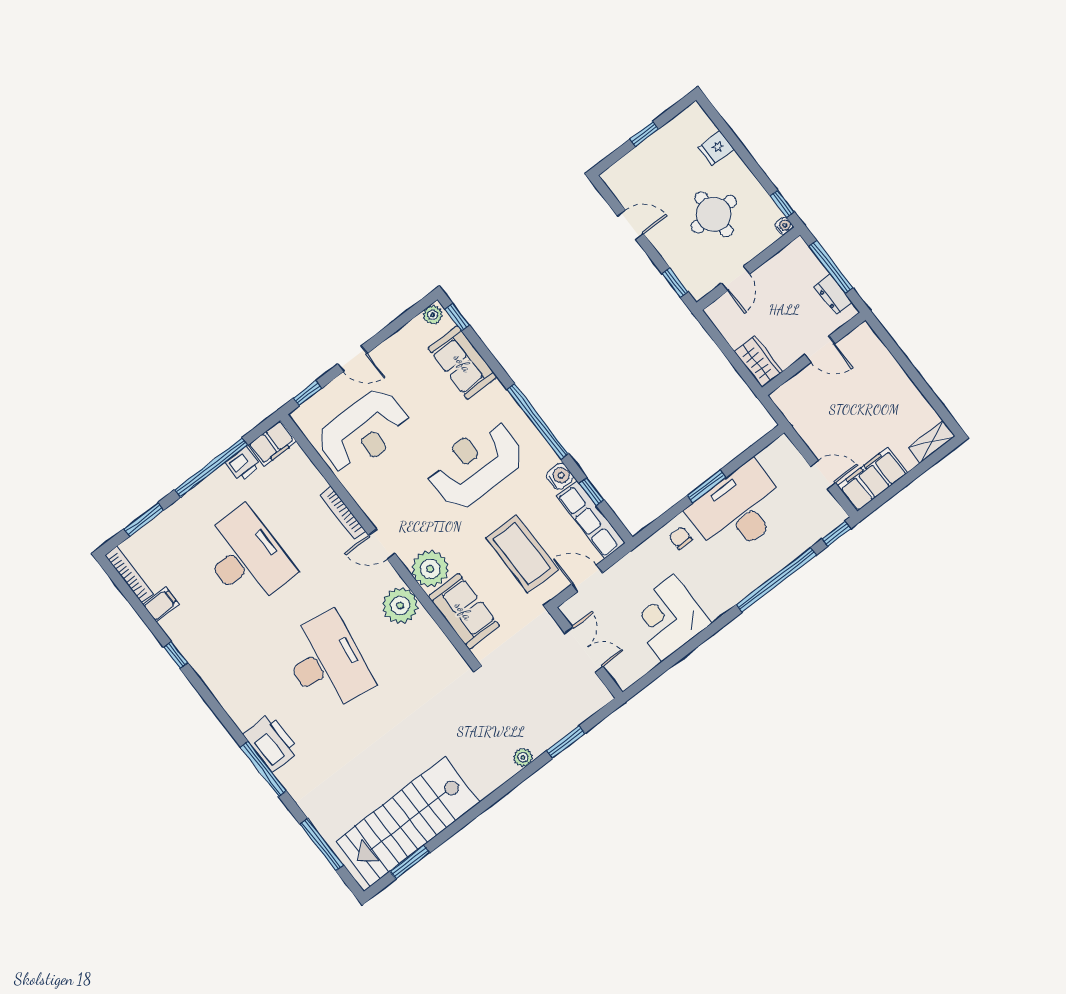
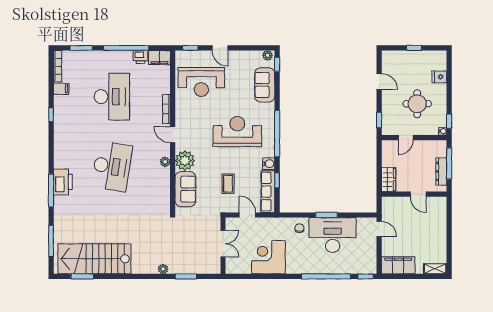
dresser: (833, 295) -> (441, 171), width x1.44
door: (823, 475) -> (379, 229), moved
coffee table: (522, 554) -> (228, 184), width x0.54, depth x0.58
plant: (400, 605) -> (165, 162), width x0.53, depth x0.53

